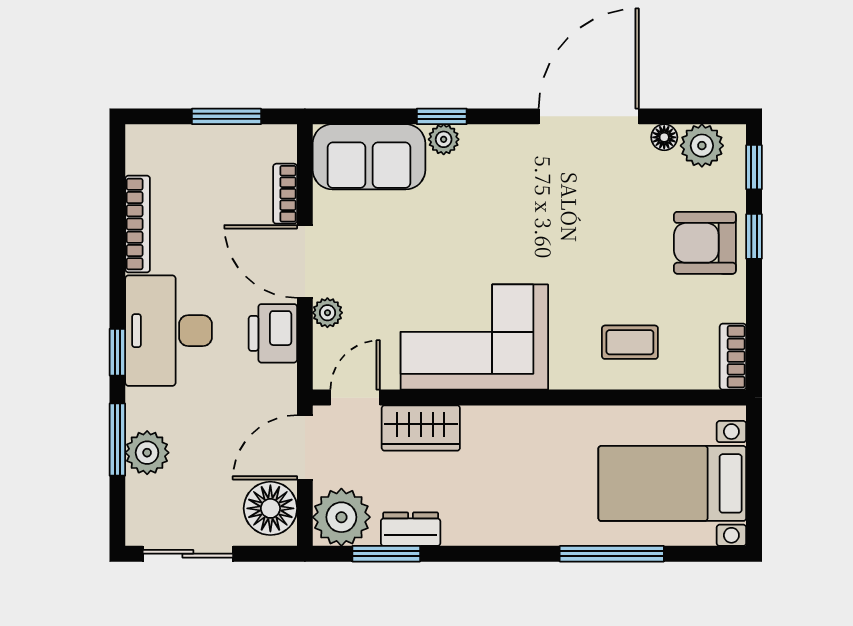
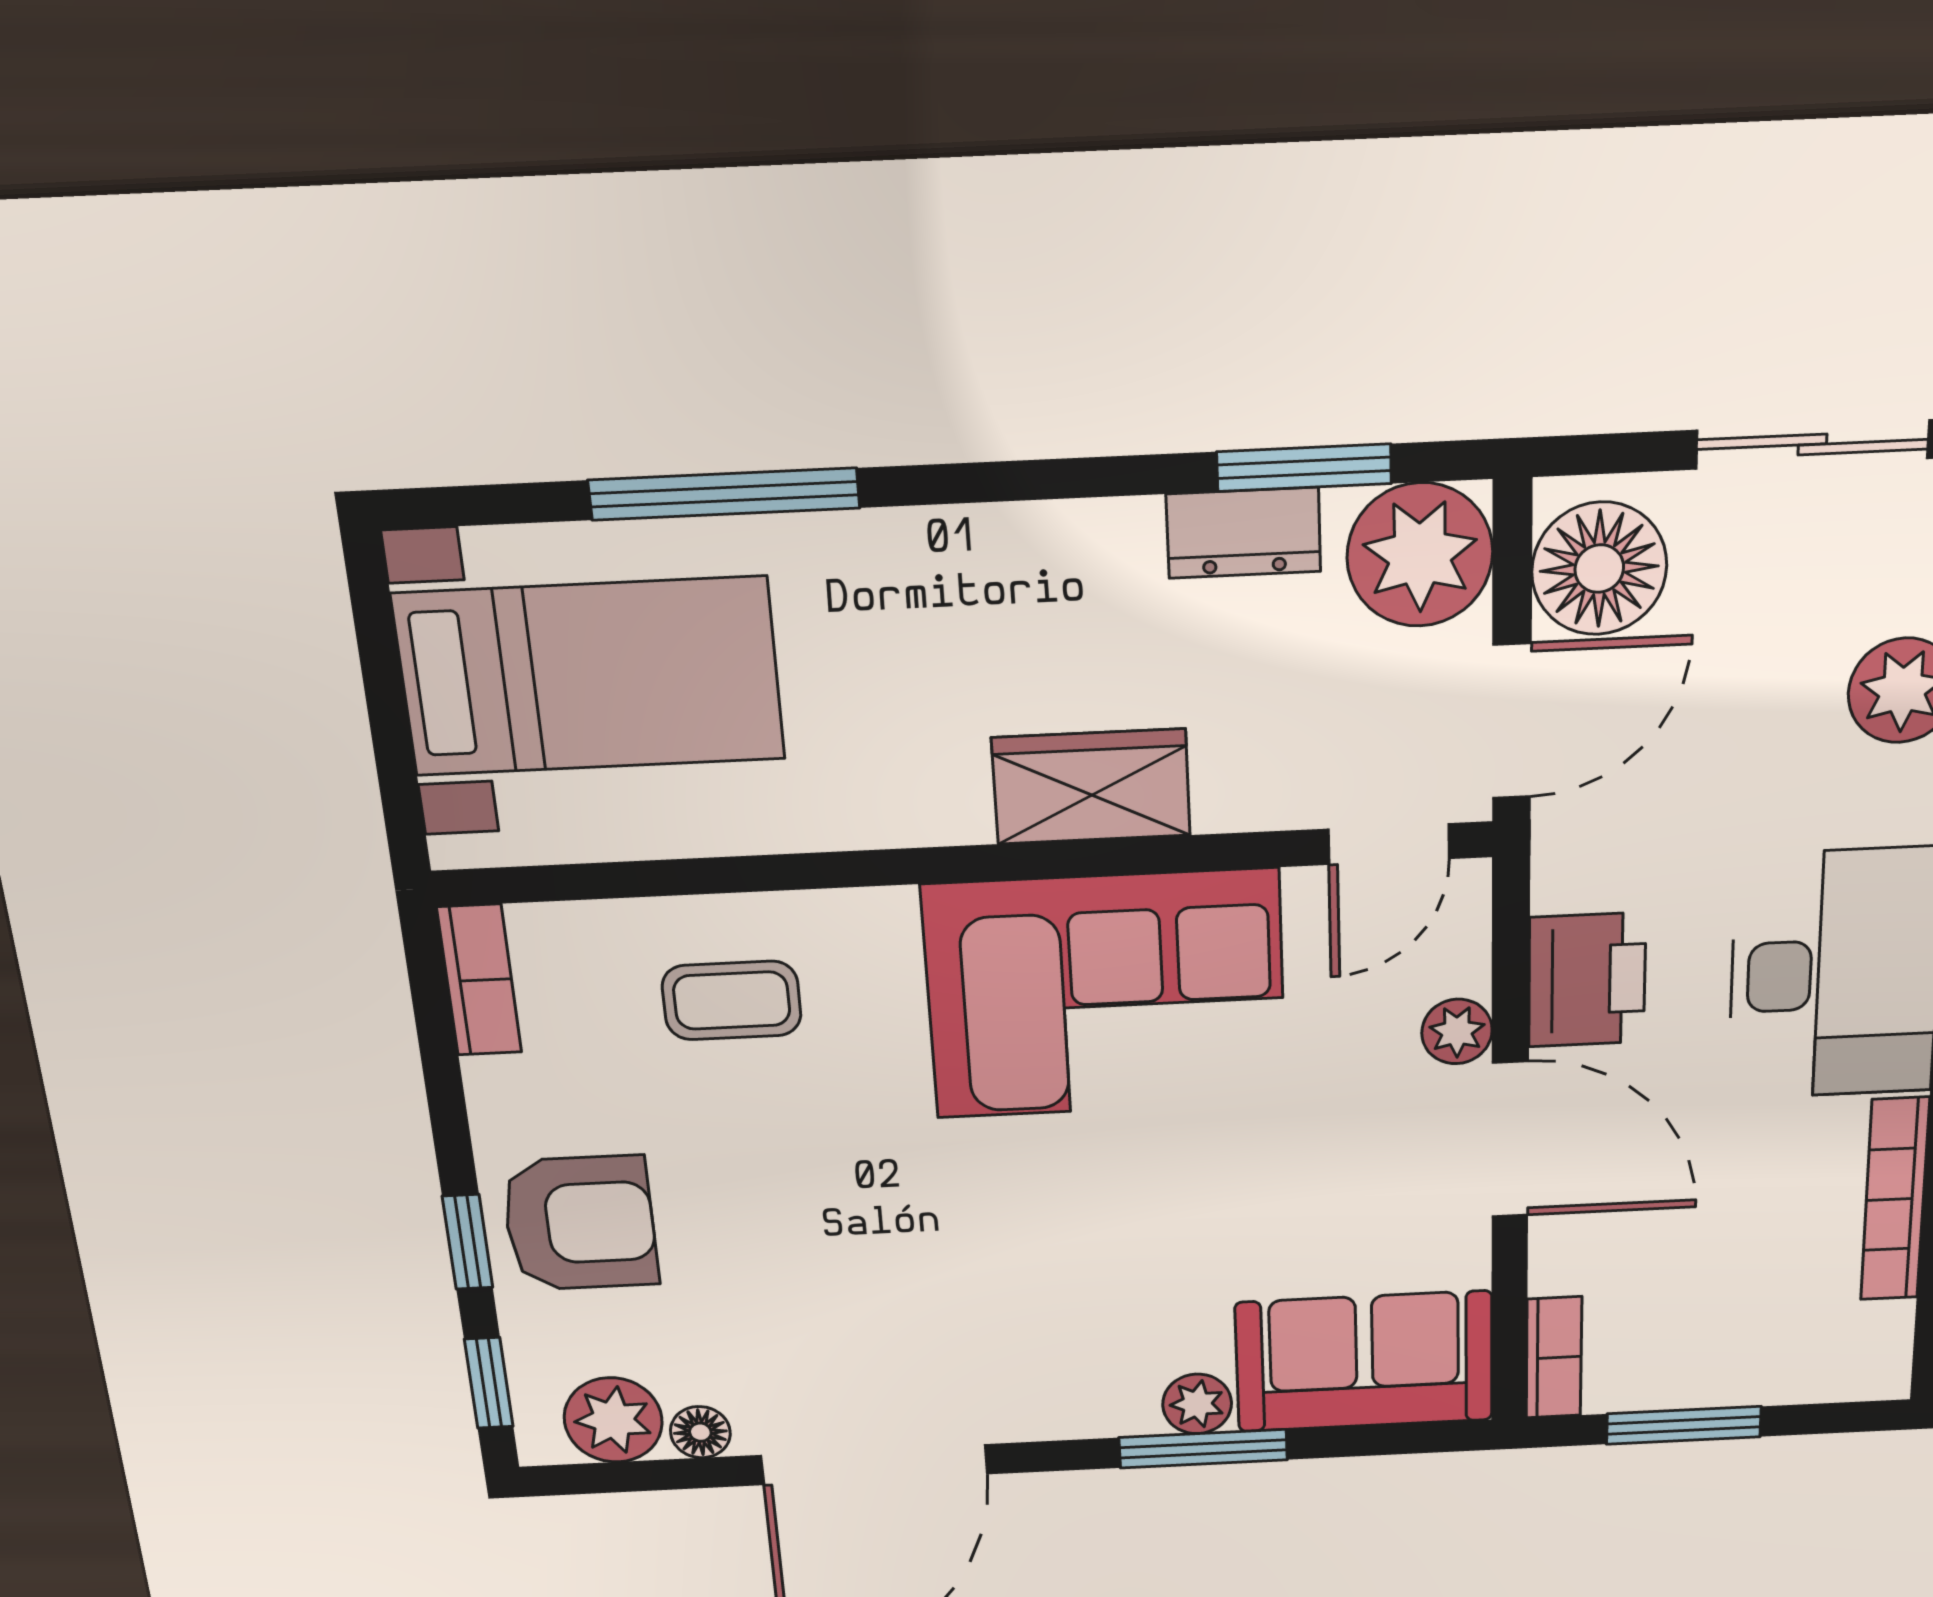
window: (442, 116) -> (1203, 1449), width x1.50
bookcase: (285, 194) -> (1554, 1357), moved
wardrobe: (421, 428) -> (1091, 787), moved

